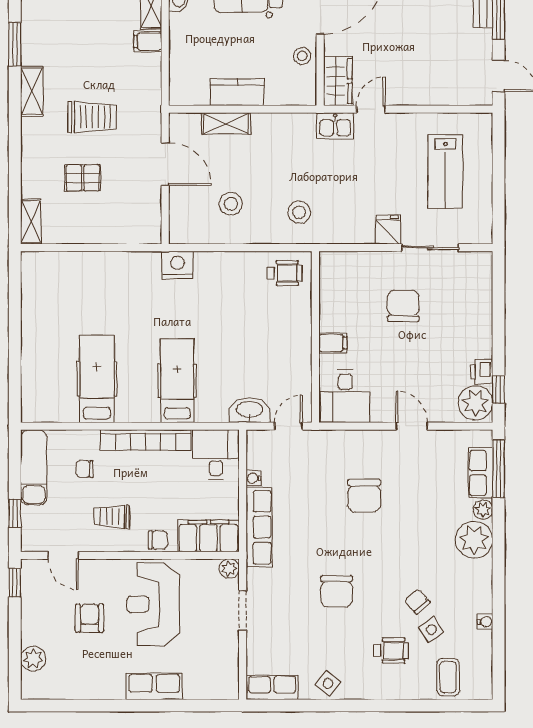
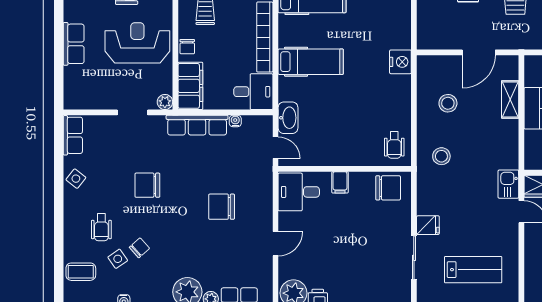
lab bench: (445, 171) -> (473, 270), turned 180
chair: (403, 306) -> (388, 188), moved

